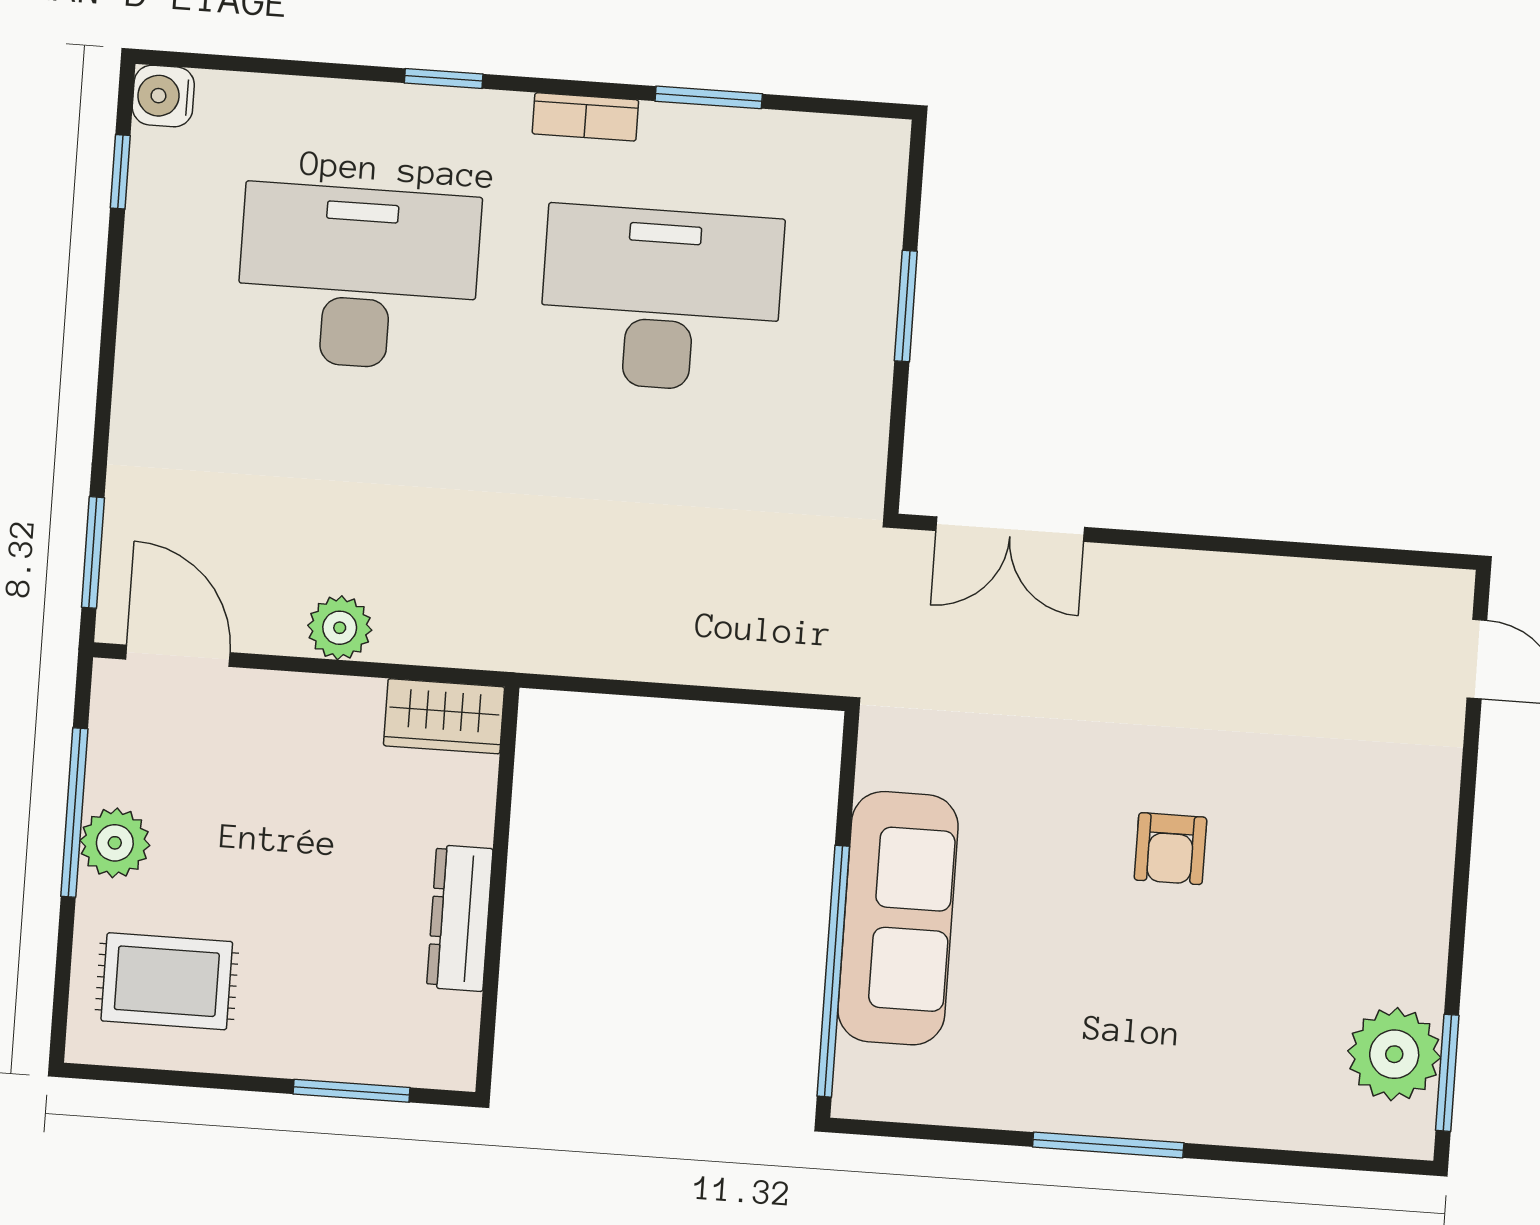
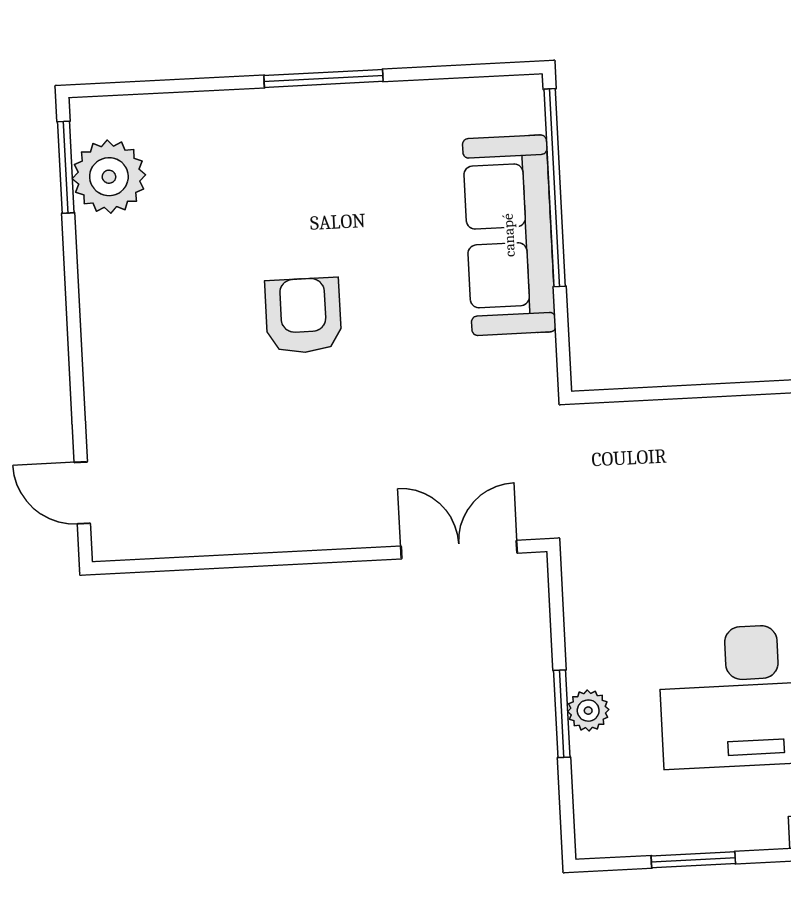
window: (709, 97) -> (693, 860), moved
plant: (872, 306) -> (588, 711), added
armchair: (1170, 849) -> (303, 316), width x1.38, depth x1.38

